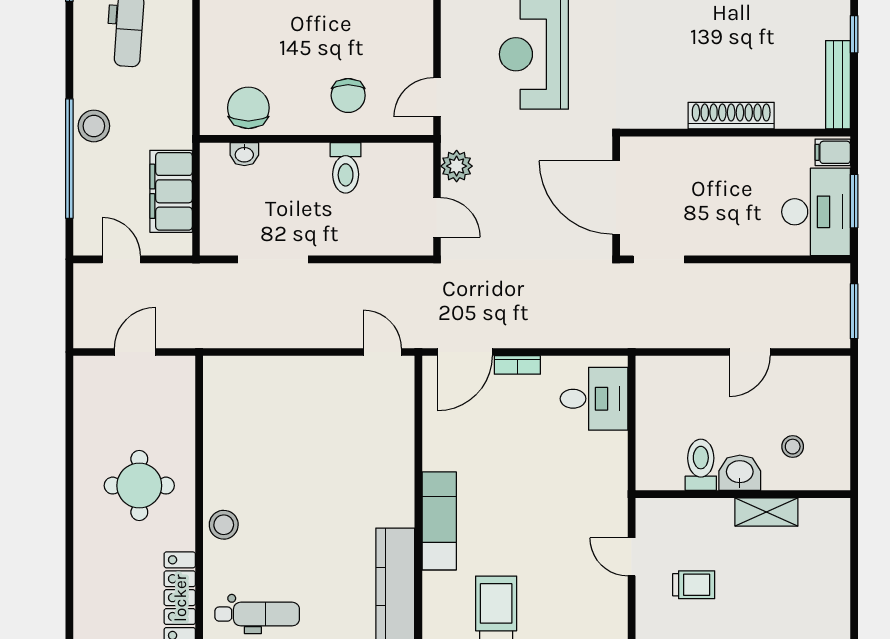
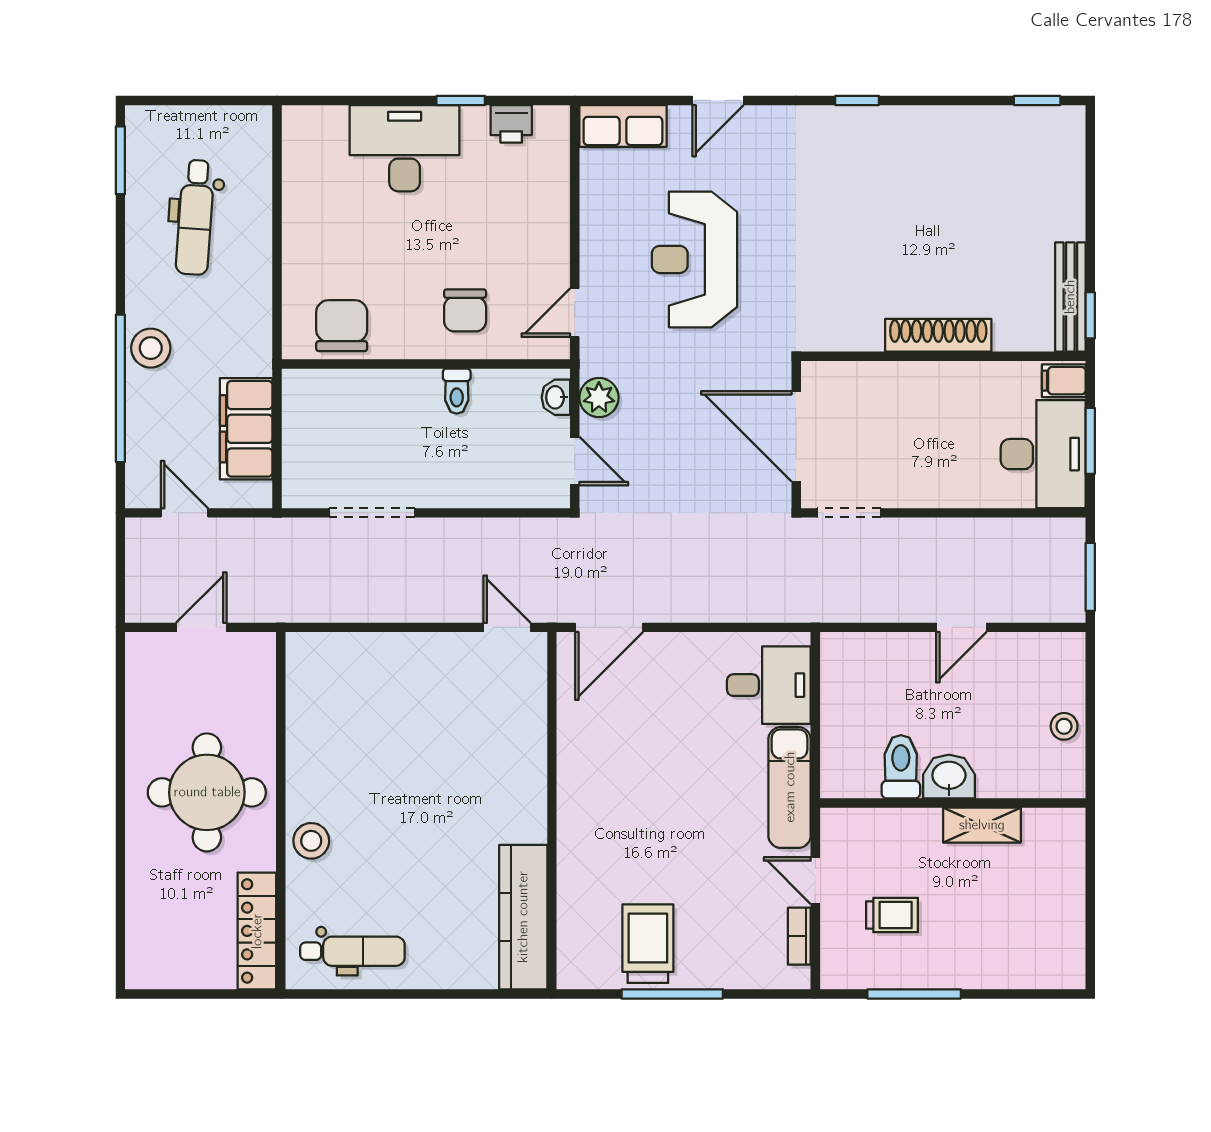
window: (854, 34) -> (1090, 315), moved
washbasin: (244, 154) -> (556, 397), moved, turned 90
toilet: (346, 168) -> (457, 391), width x0.73, depth x0.72
bookcase: (517, 365) -> (799, 936), moved, turned 90
stool: (793, 447) -> (1064, 726), moved
round table: (139, 486) -> (207, 792), width x1.36, depth x1.36
exam couch: (439, 521) -> (790, 787), moved, turned 180

